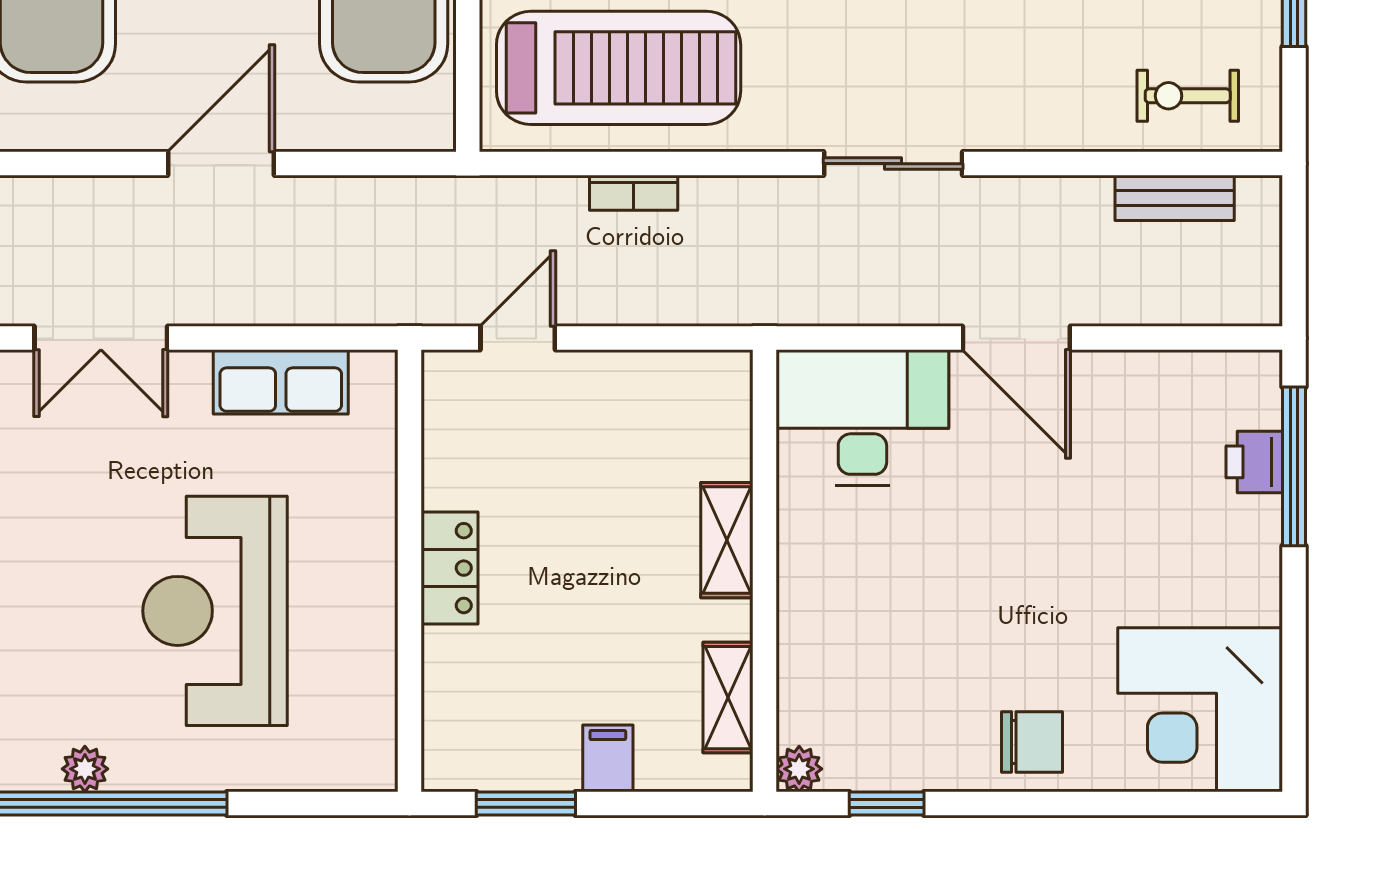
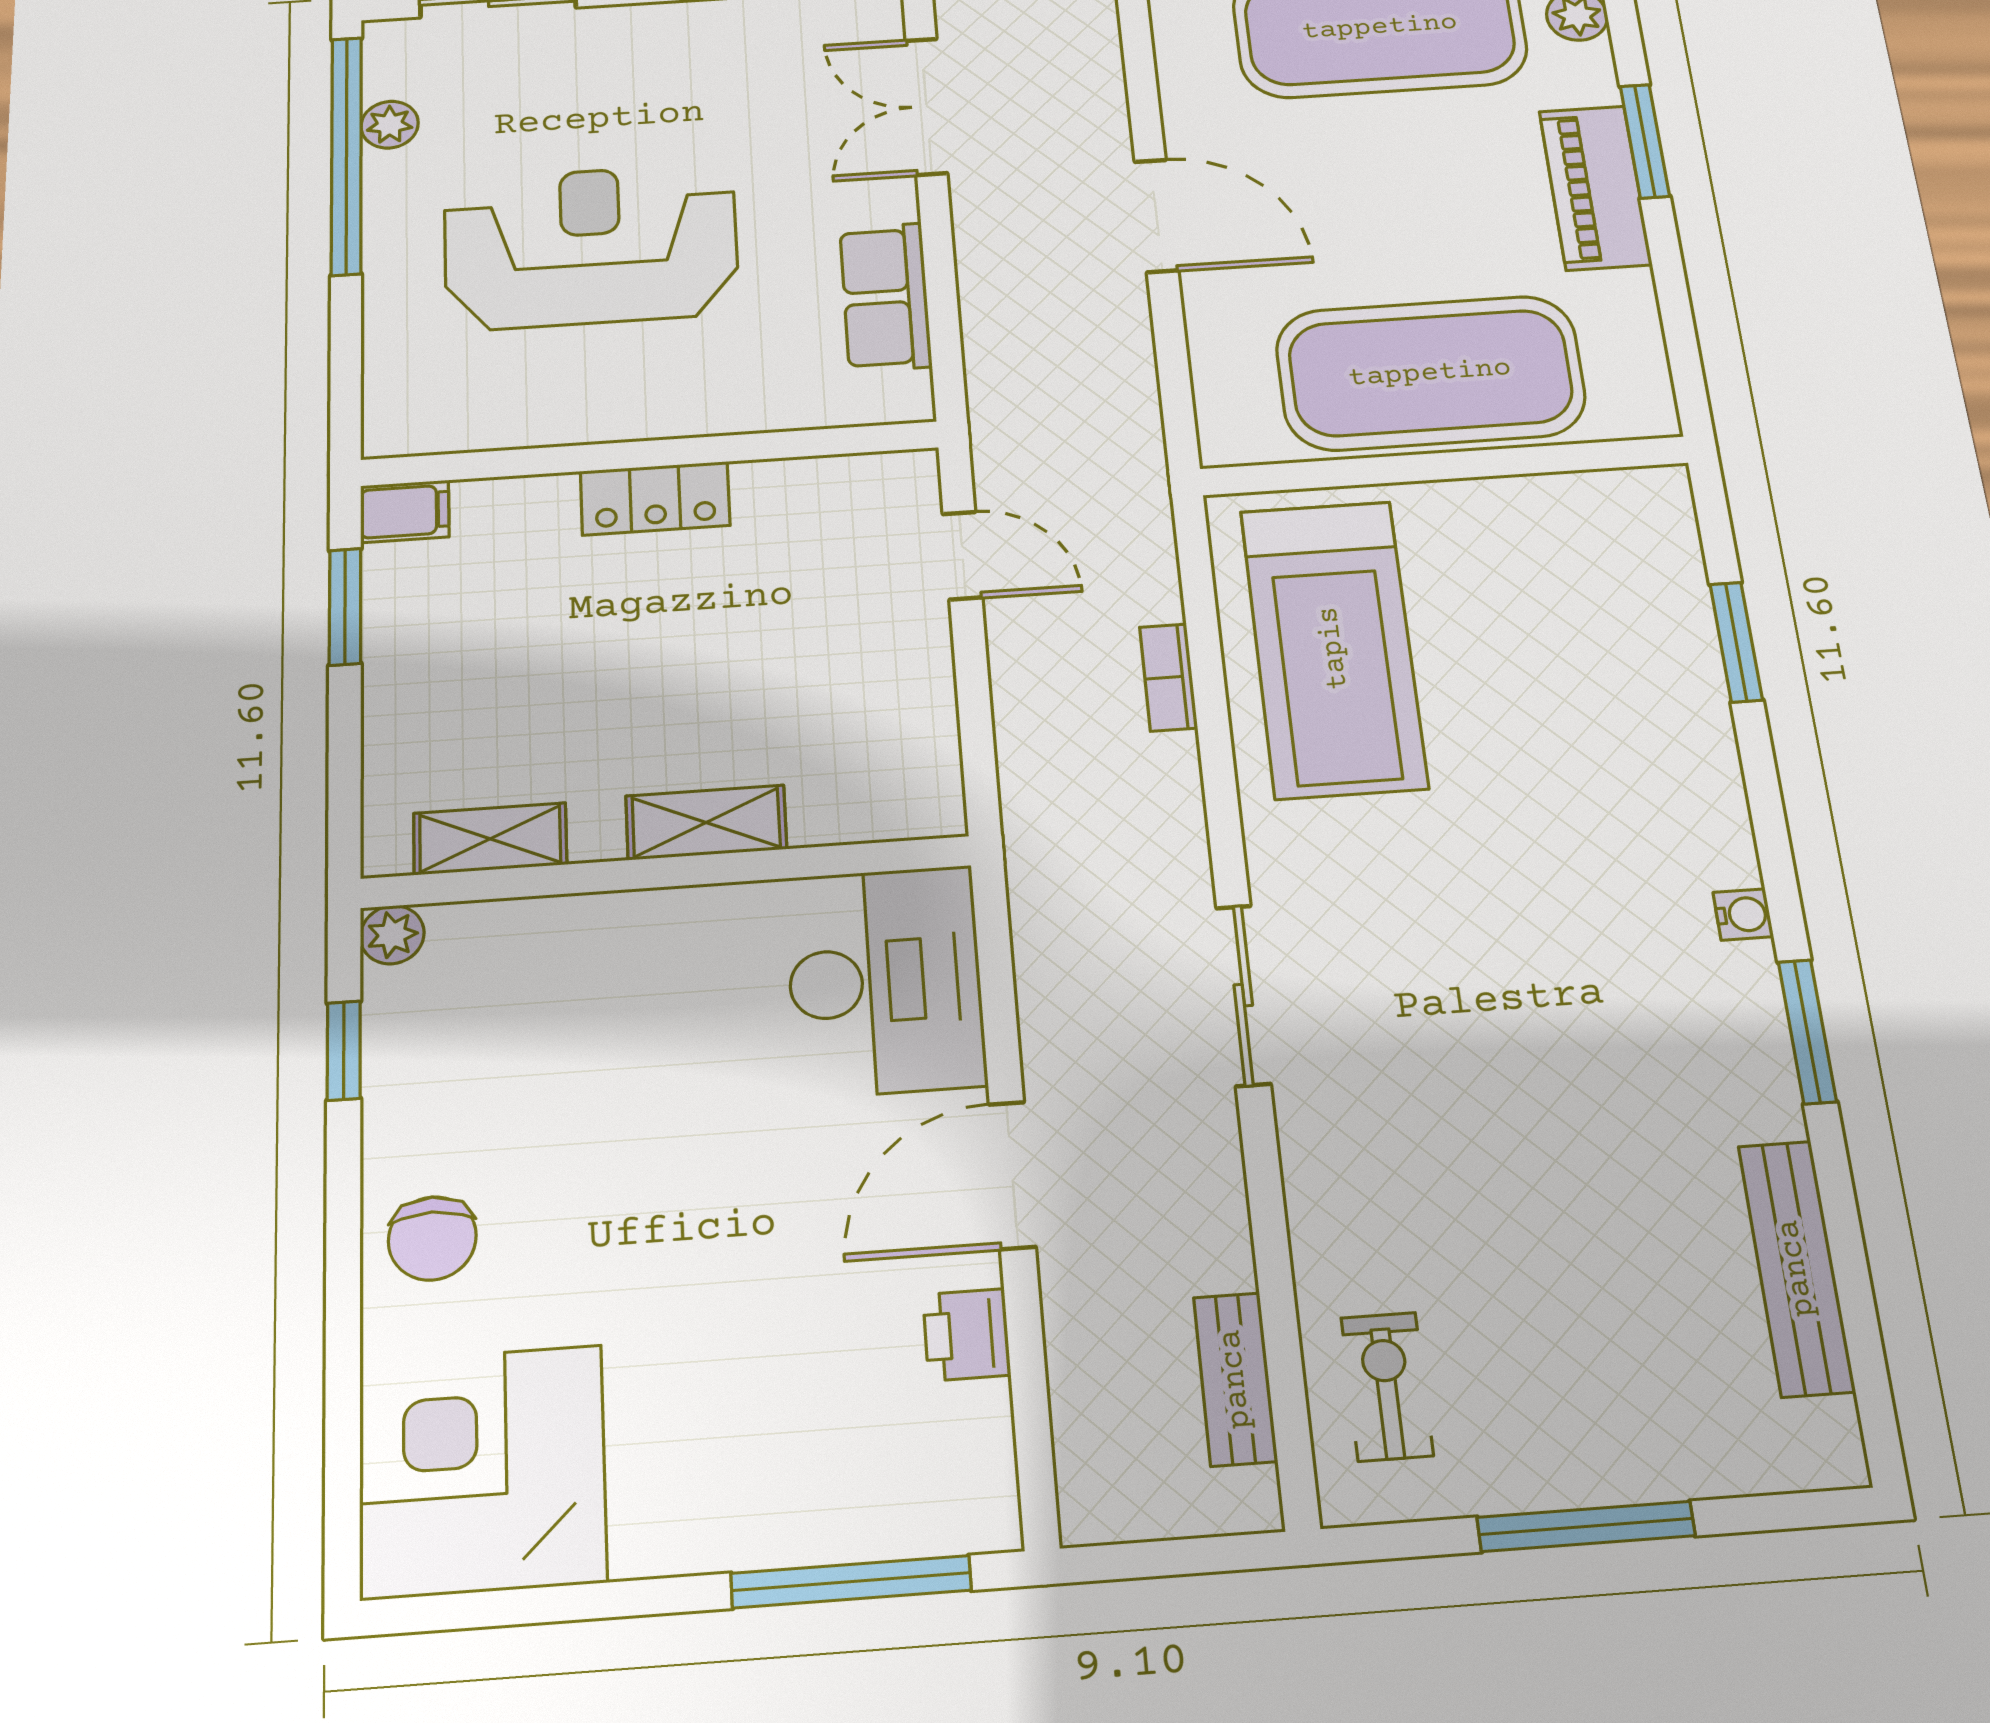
printer: (1254, 462) -> (967, 1335), moved, turned -90
filing cabinet: (608, 758) -> (405, 511), moved

